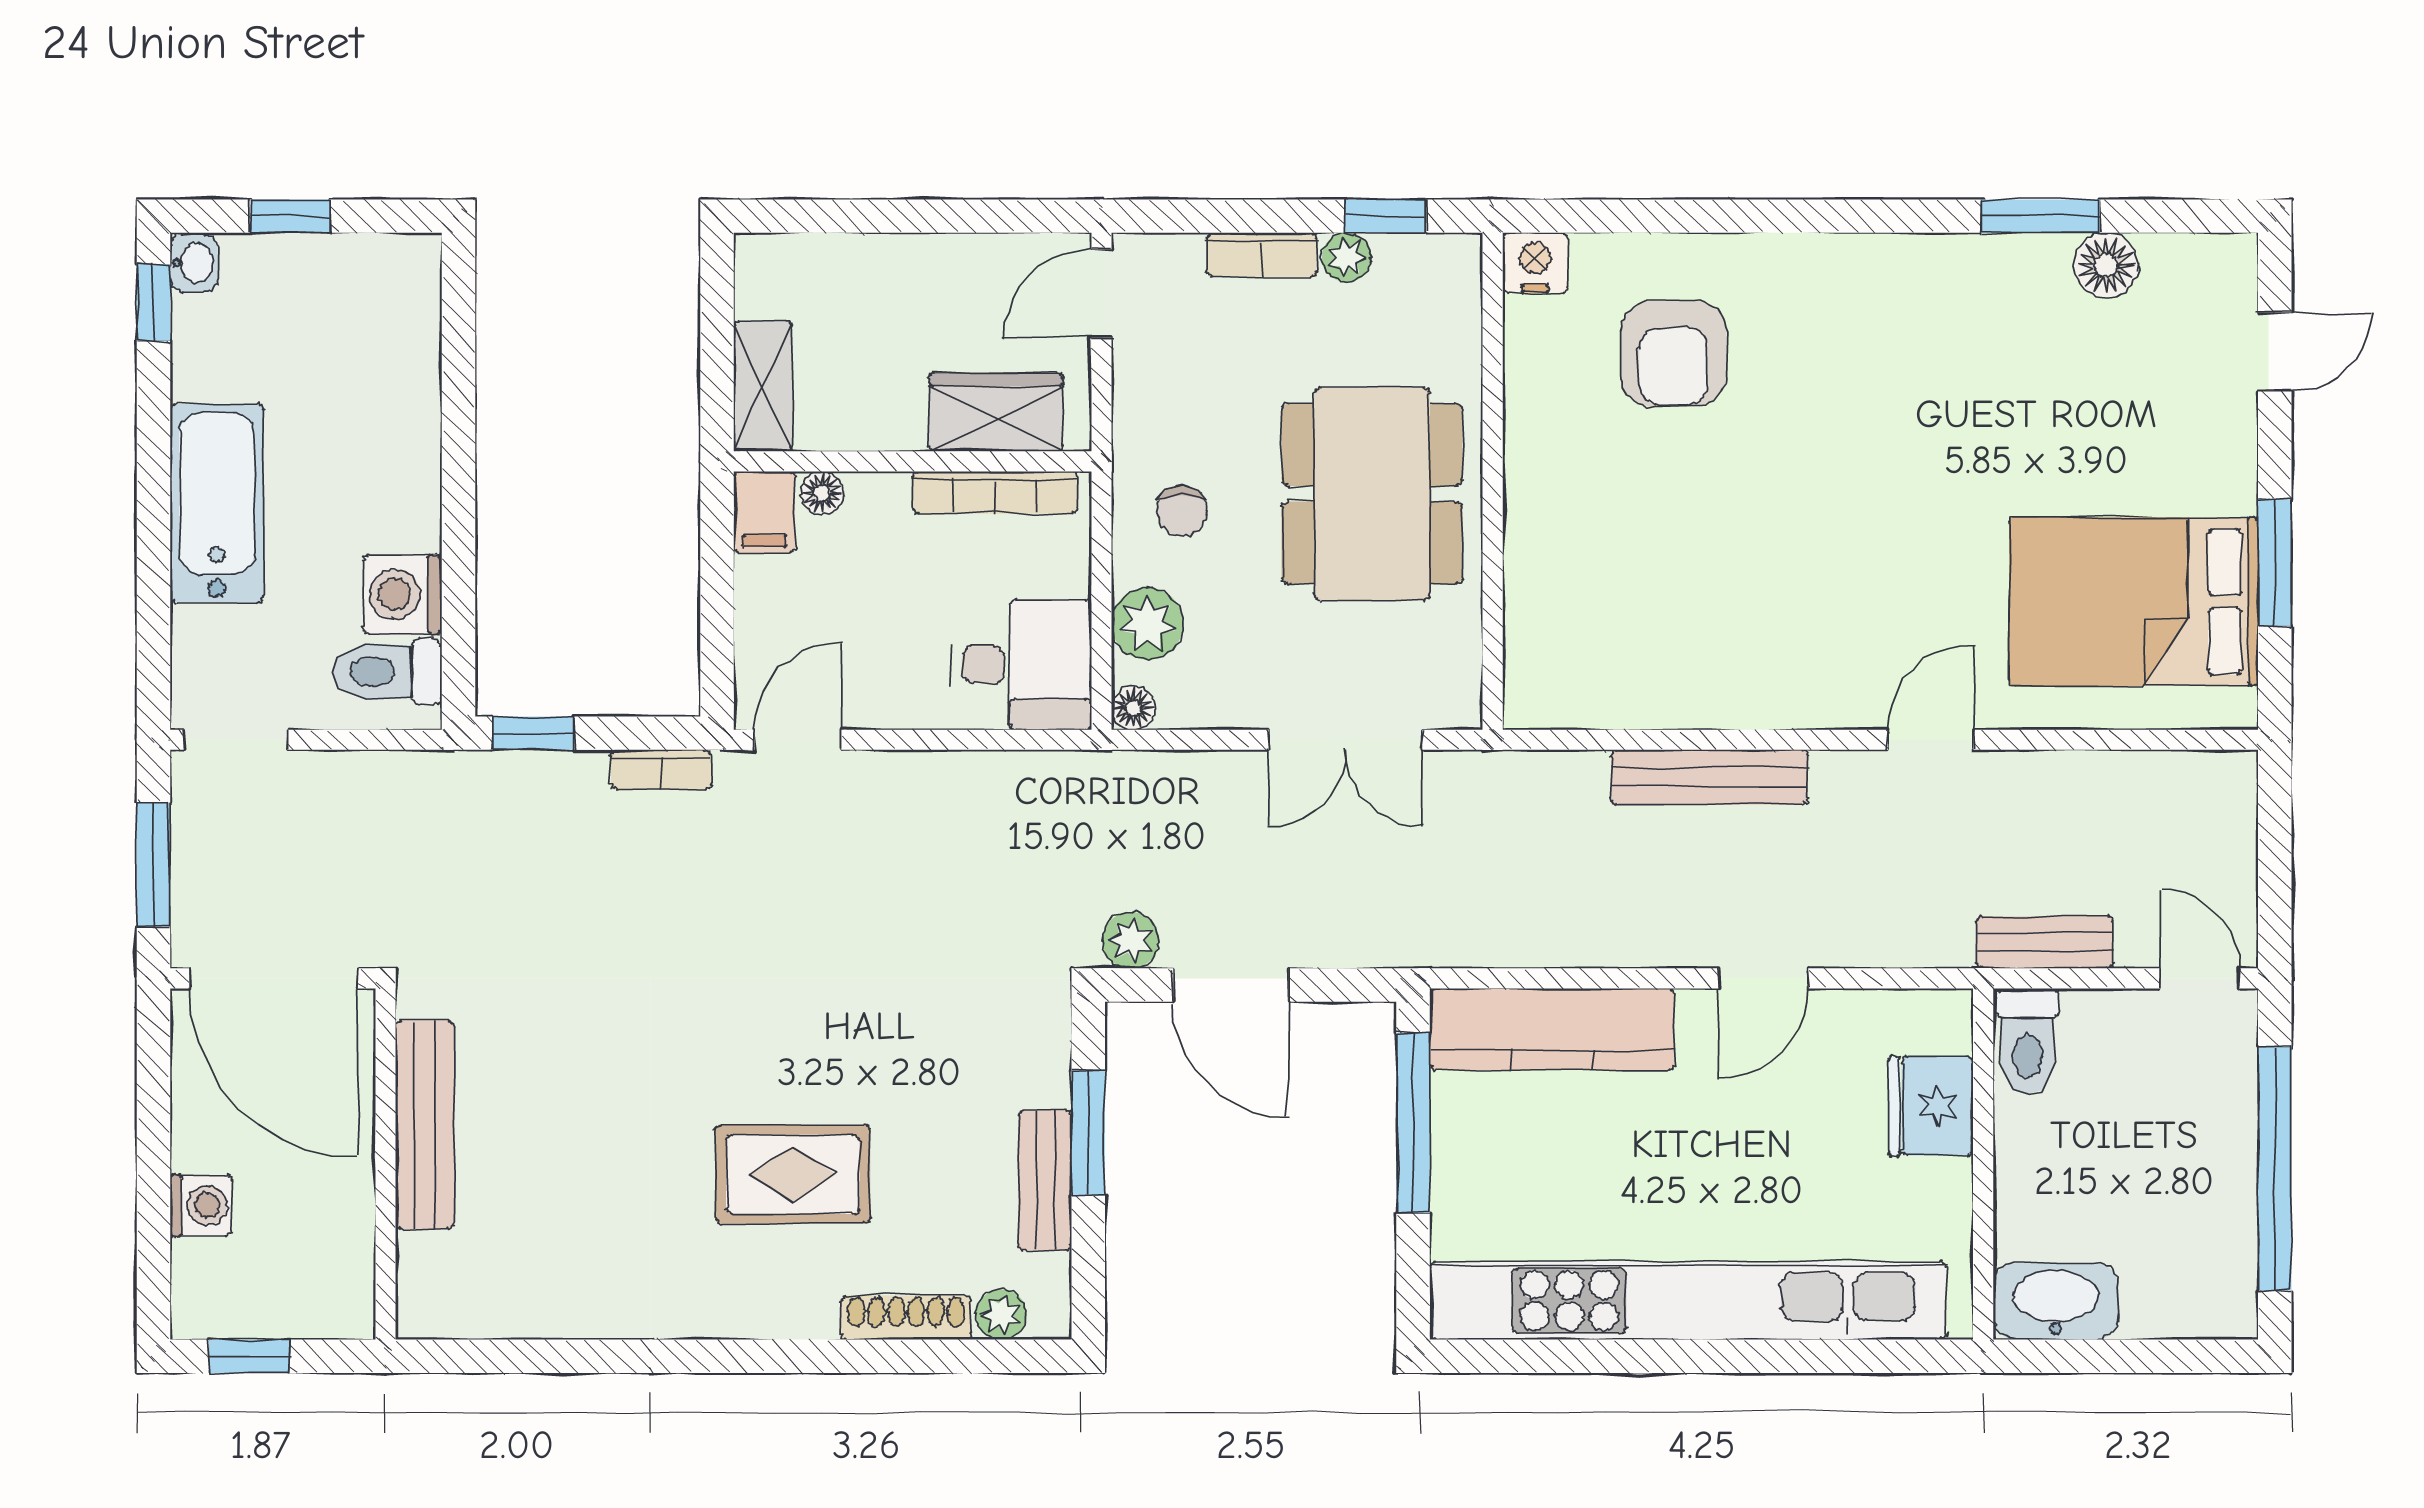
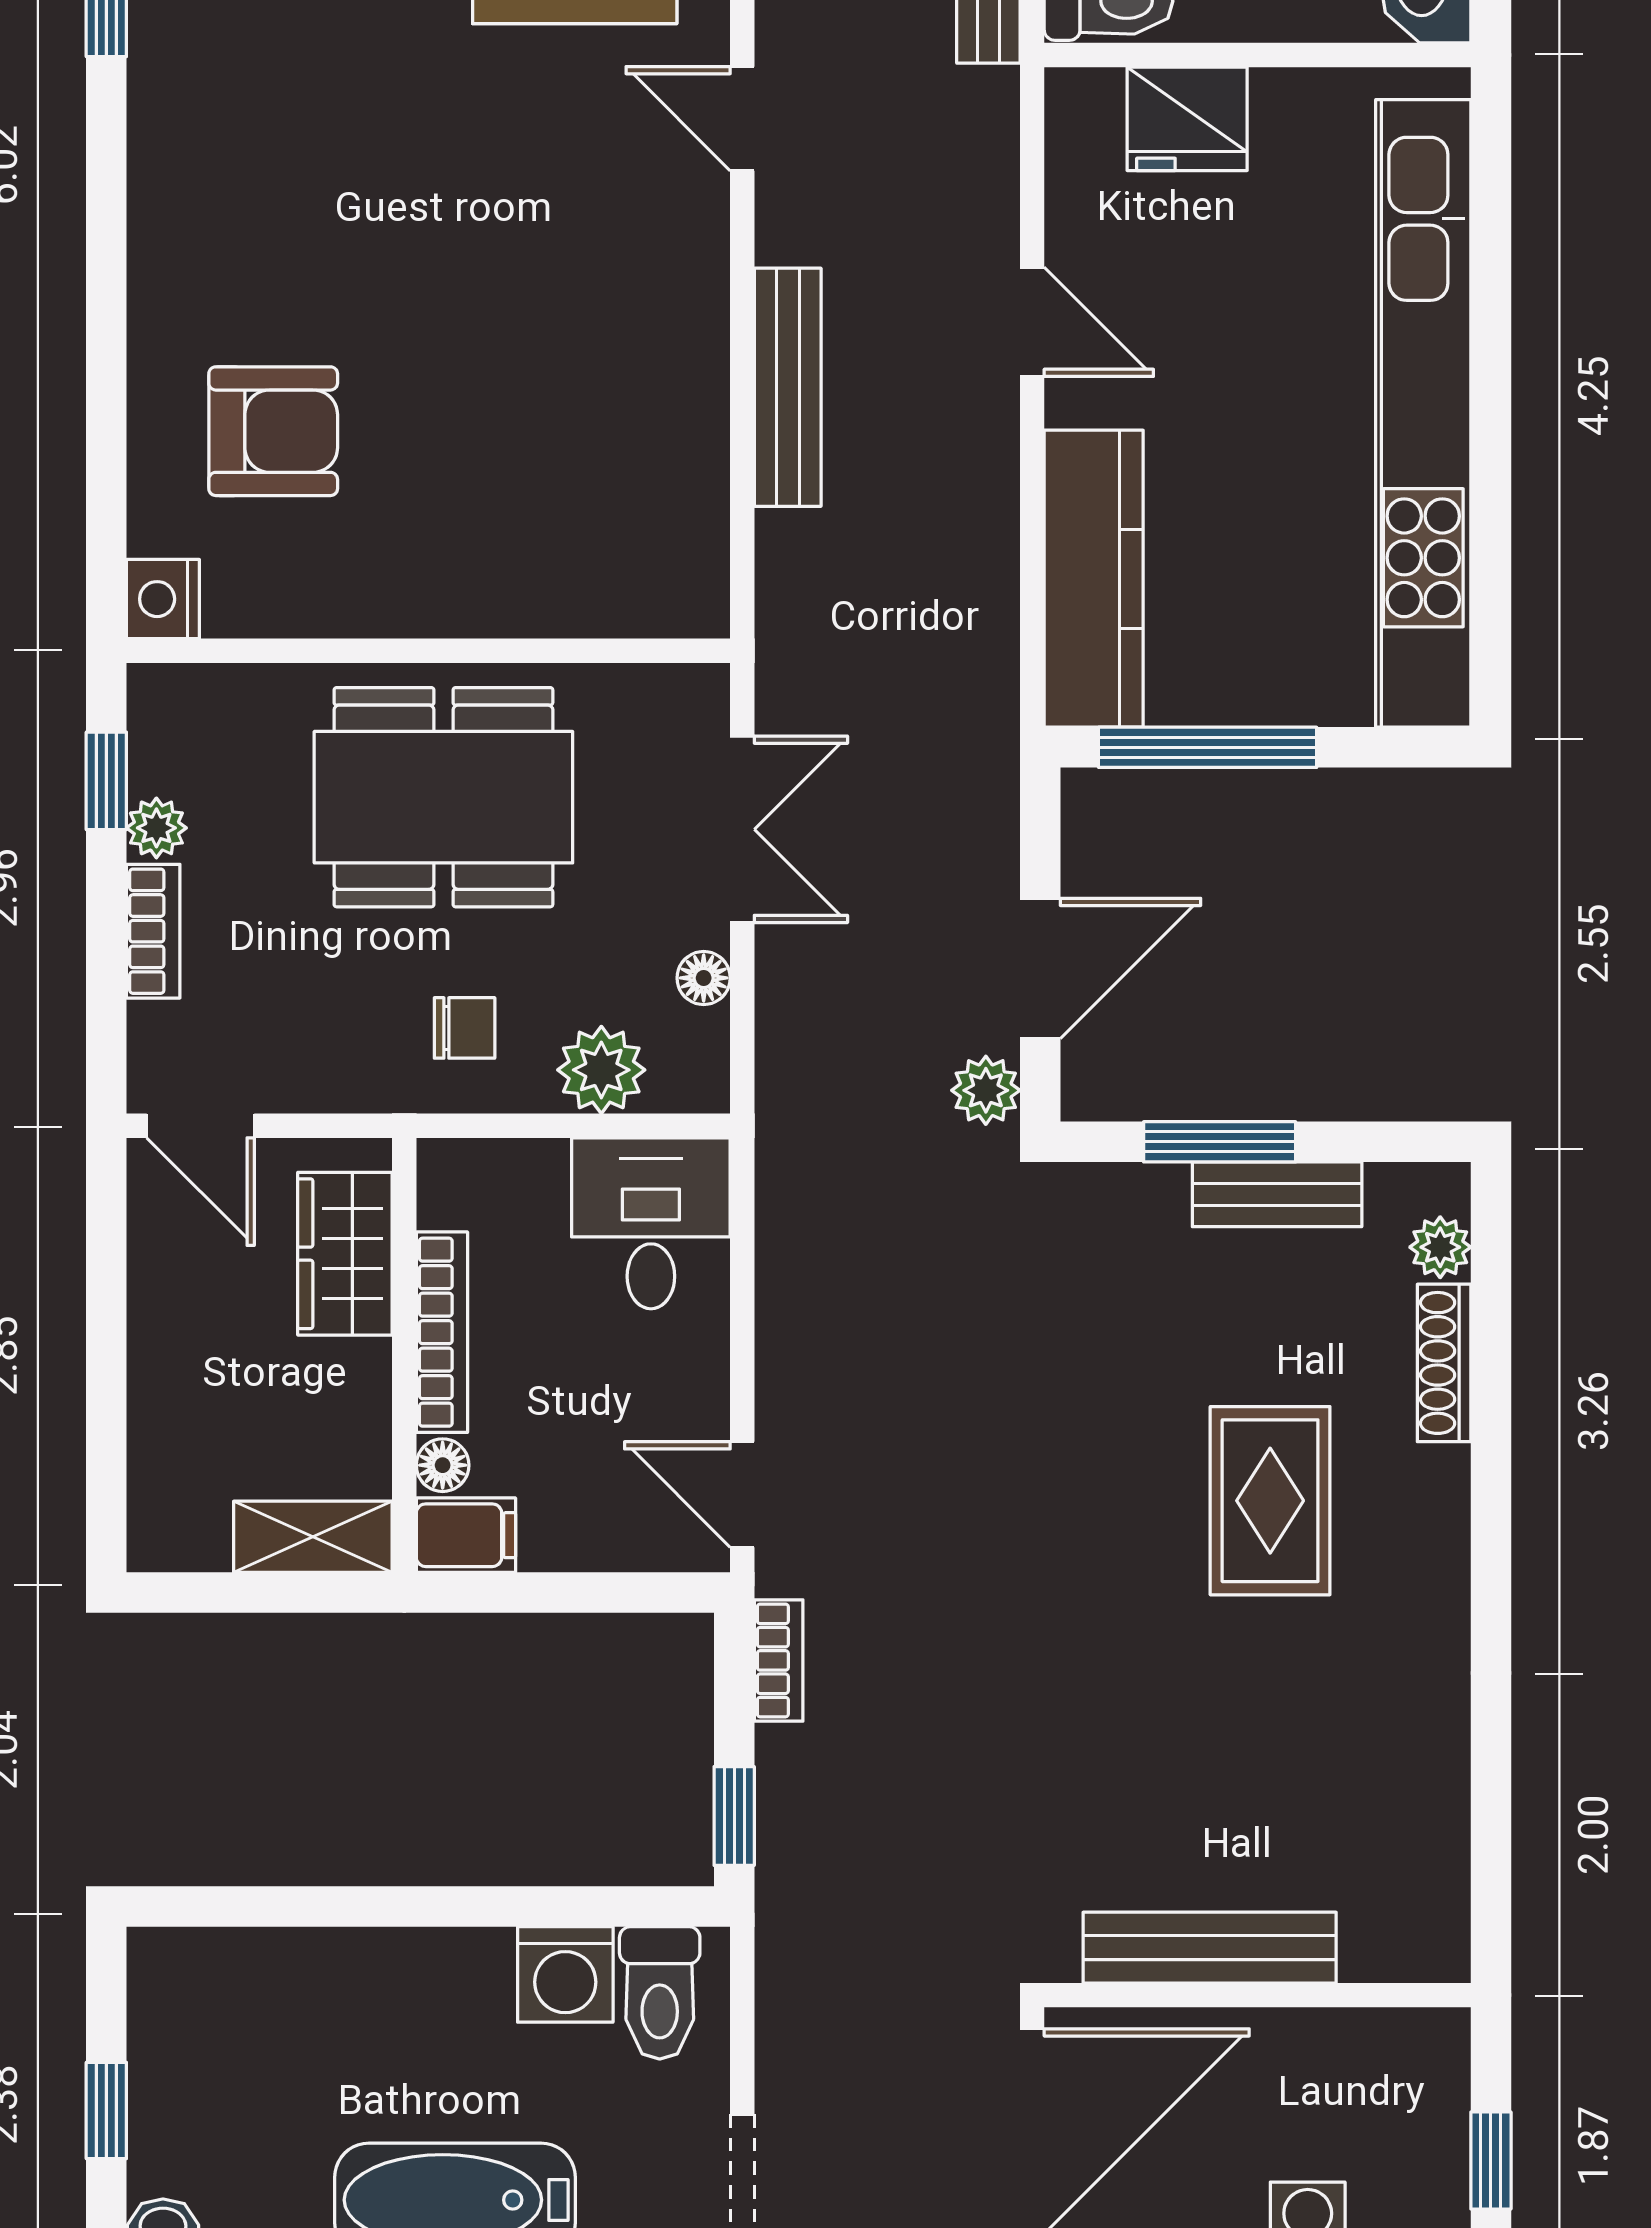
bookcase: (995, 492) -> (442, 1332), moved
floor lamp: (1133, 708) -> (704, 978), moved

